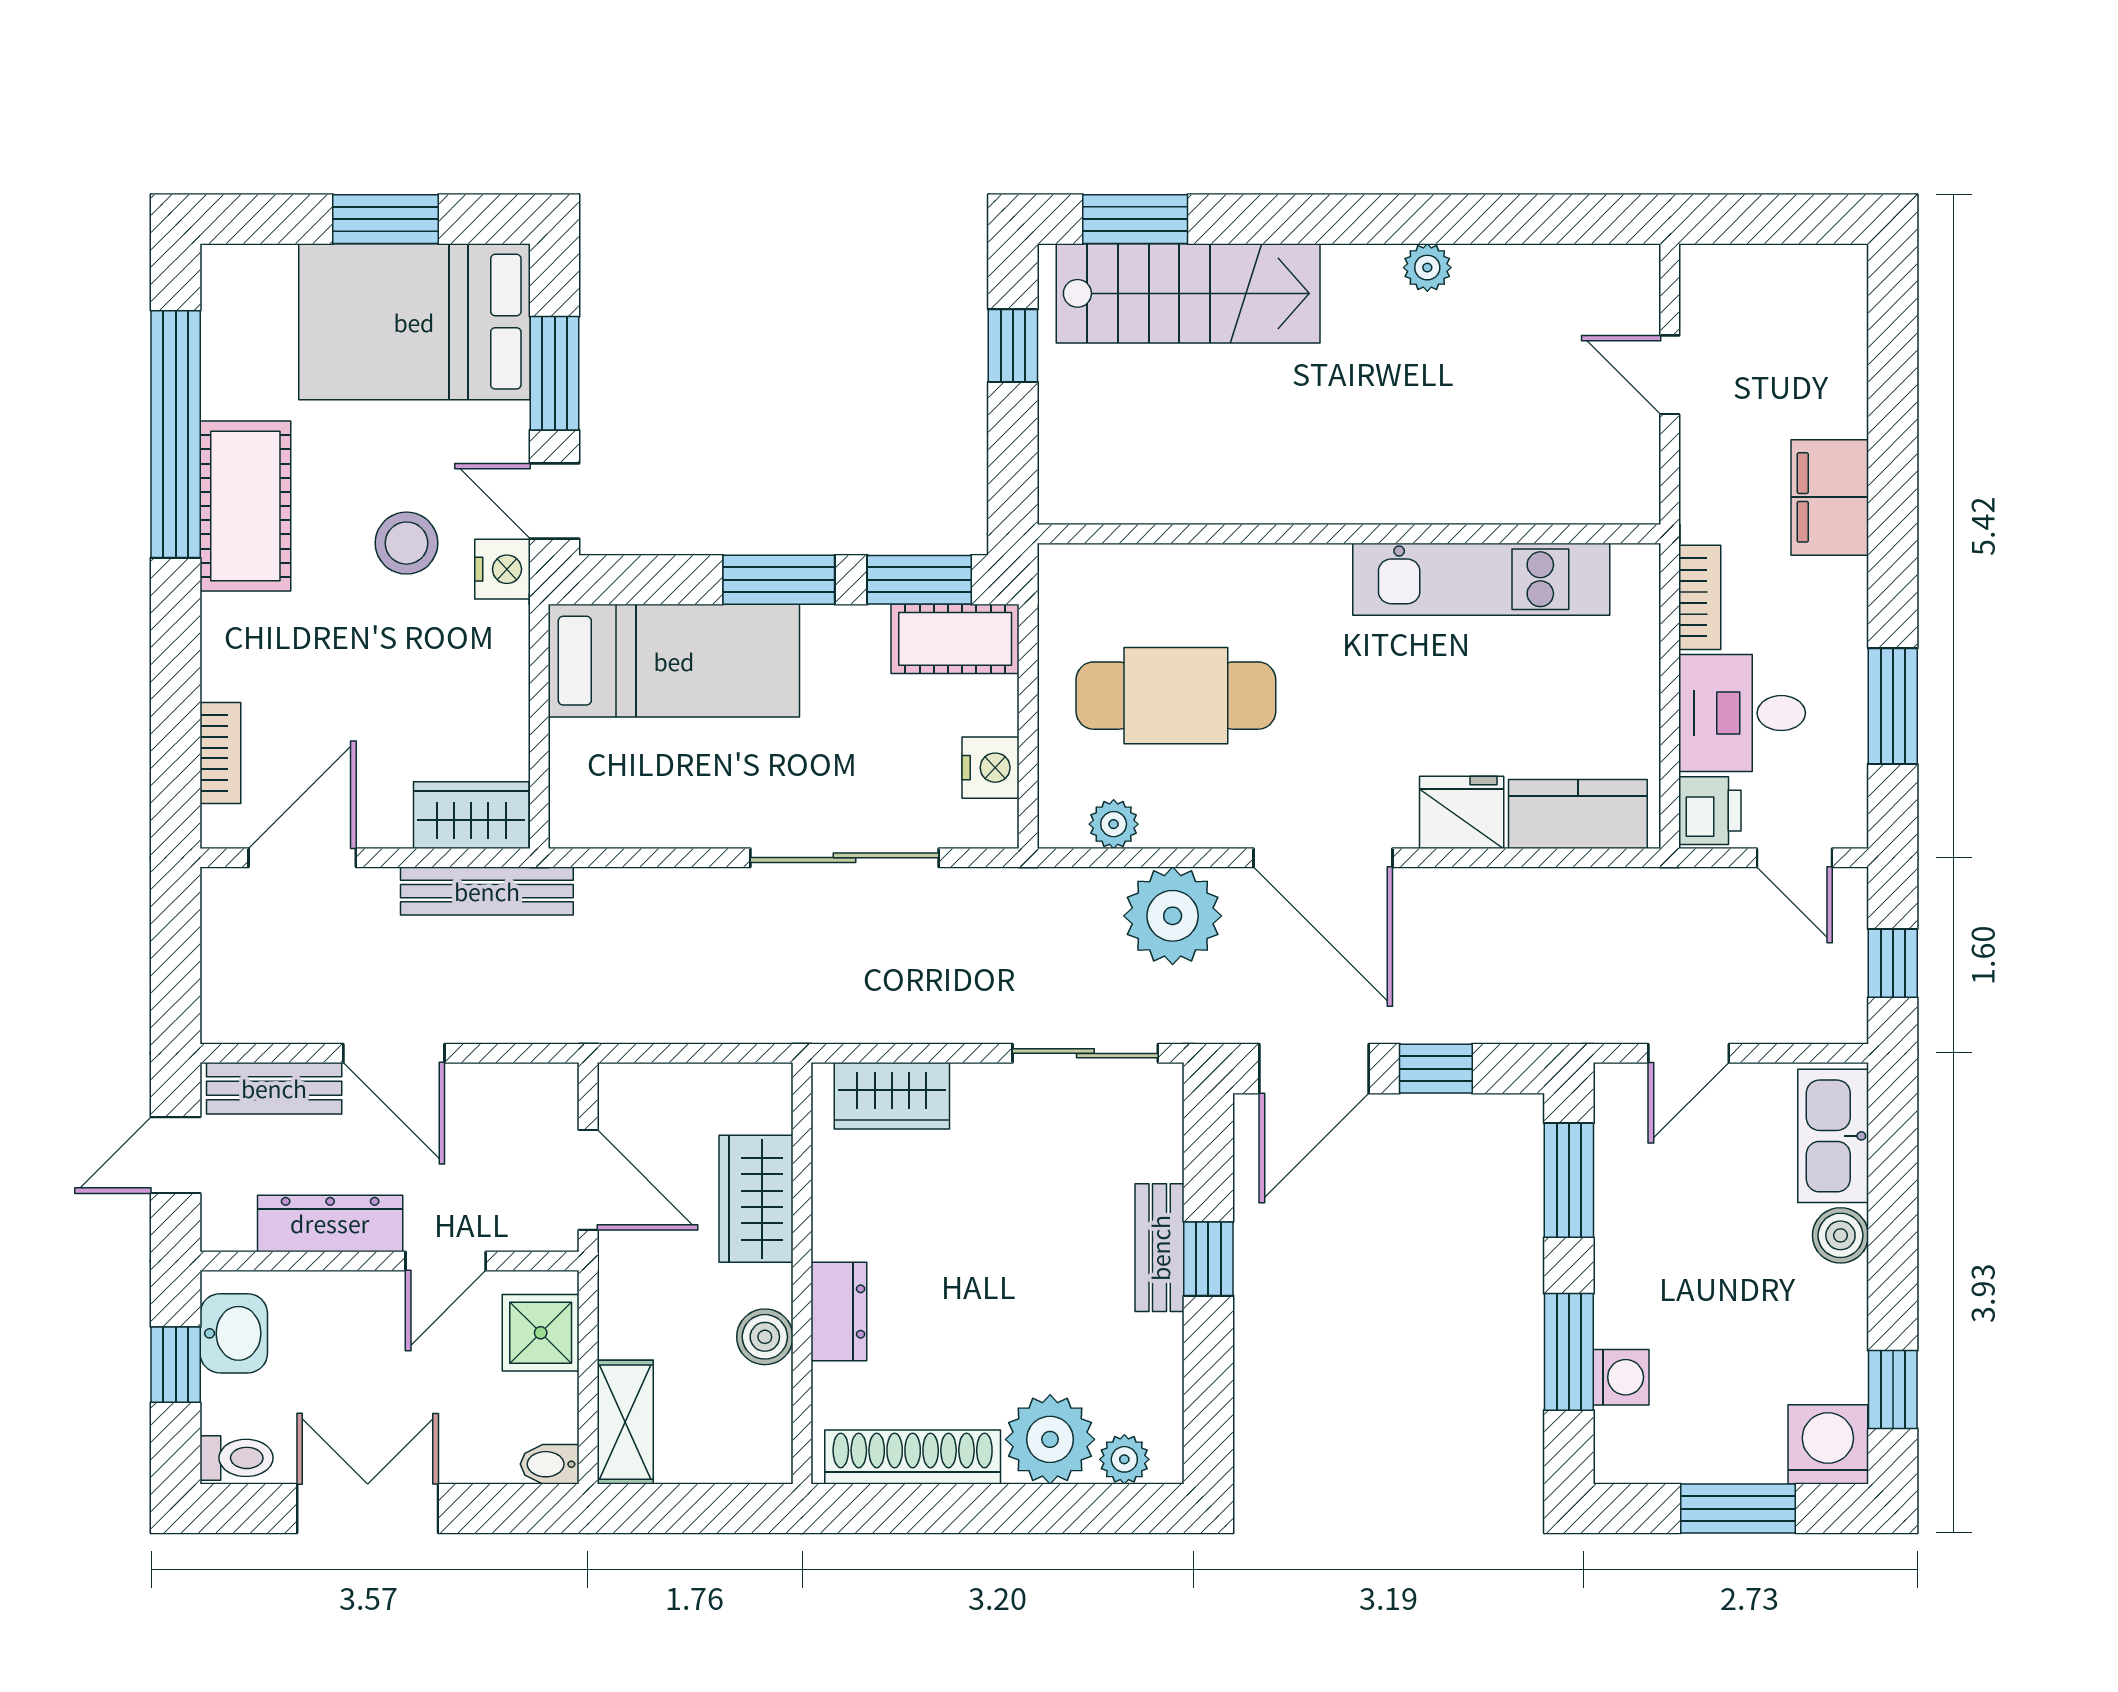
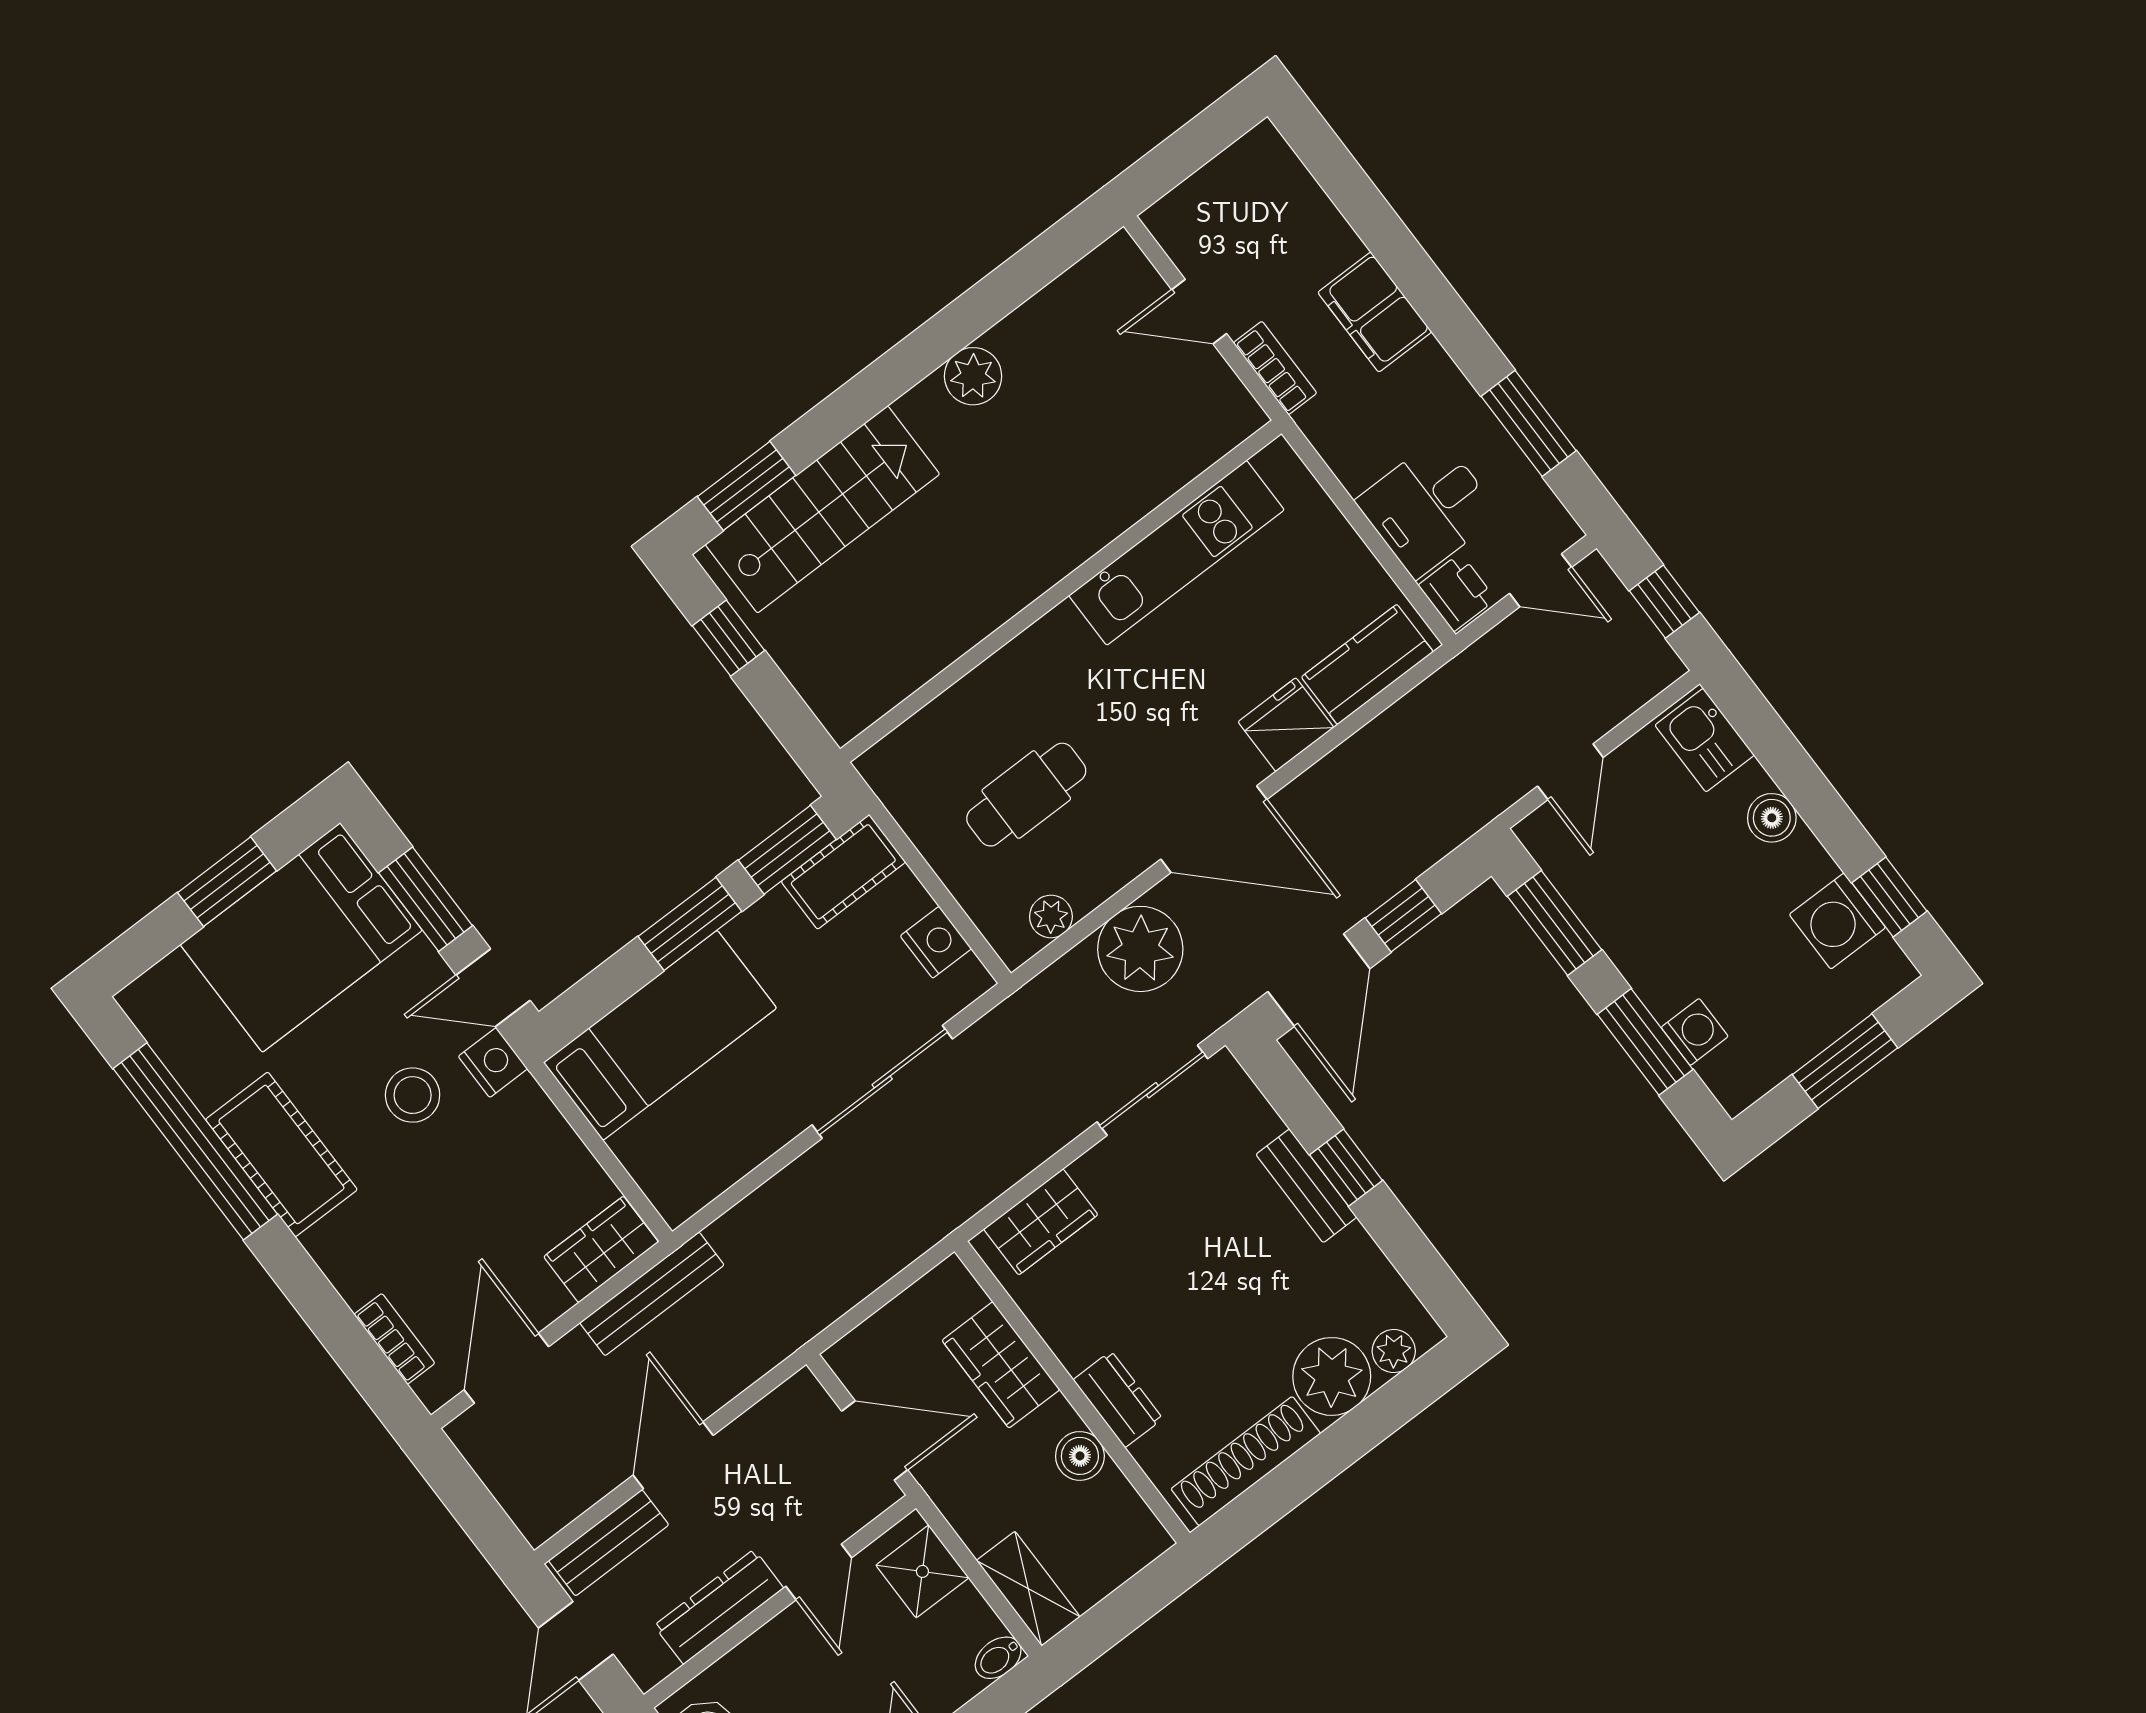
plant: (1427, 268) -> (973, 376), width x1.38, depth x1.38
bookcase: (1700, 597) -> (1275, 368), moved
cafe table: (1176, 696) -> (1026, 795), width x0.73, depth x0.74
door: (394, 1053) -> (673, 1455), swing flipped
kitchen sink: (1833, 1136) -> (1705, 740), width x0.73
washing machine: (1828, 1444) -> (1837, 921), moved, turned -90

